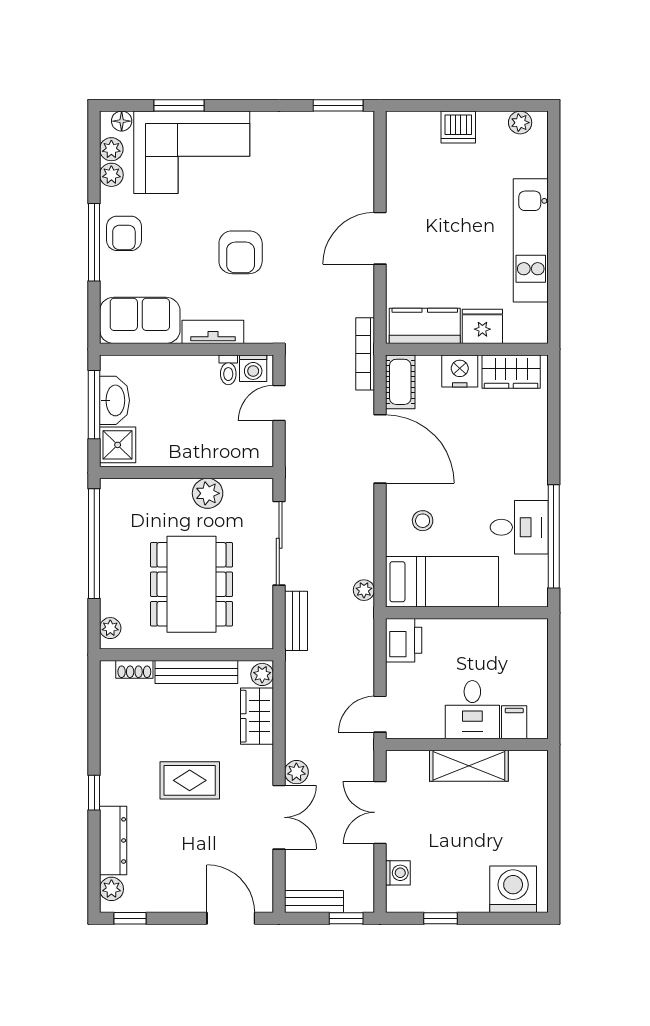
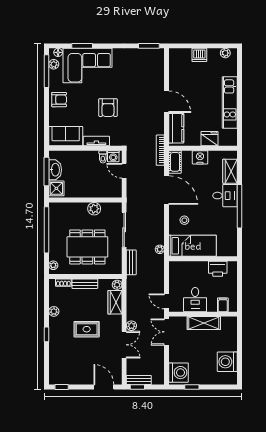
plant: (111, 175) -> (54, 75), removed
armchair: (124, 233) -> (59, 100), turned -90
door: (380, 238) -> (166, 102), swing flipped
window: (94, 242) -> (46, 71), moved
kitchen counter: (425, 326) -> (176, 128), moved, turned 90
wardrobe: (511, 372) -> (230, 171), moved, turned 90
door: (279, 403) -> (124, 171), hinge flipped
desk: (519, 527) -> (225, 196), moved
window: (554, 536) -> (239, 206), moved
dining table: (192, 584) -> (87, 247), turned 90
printer: (404, 640) -> (218, 269), moved, turned 90
bench: (196, 672) -> (85, 284), width x0.73
desk: (472, 710) -> (195, 300), moved
door: (380, 714) -> (166, 301), hinge flipped
double door: (380, 812) -> (166, 332), moved
dresser: (113, 840) -> (54, 354), removed
washing machine: (398, 873) -> (179, 373), width x1.89, depth x1.89
plant: (111, 889) -> (54, 311), moved
washing machine: (513, 889) -> (227, 362), moved, turned -90
window: (346, 918) -> (137, 387), moved

